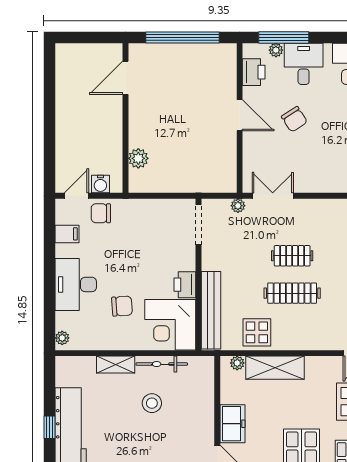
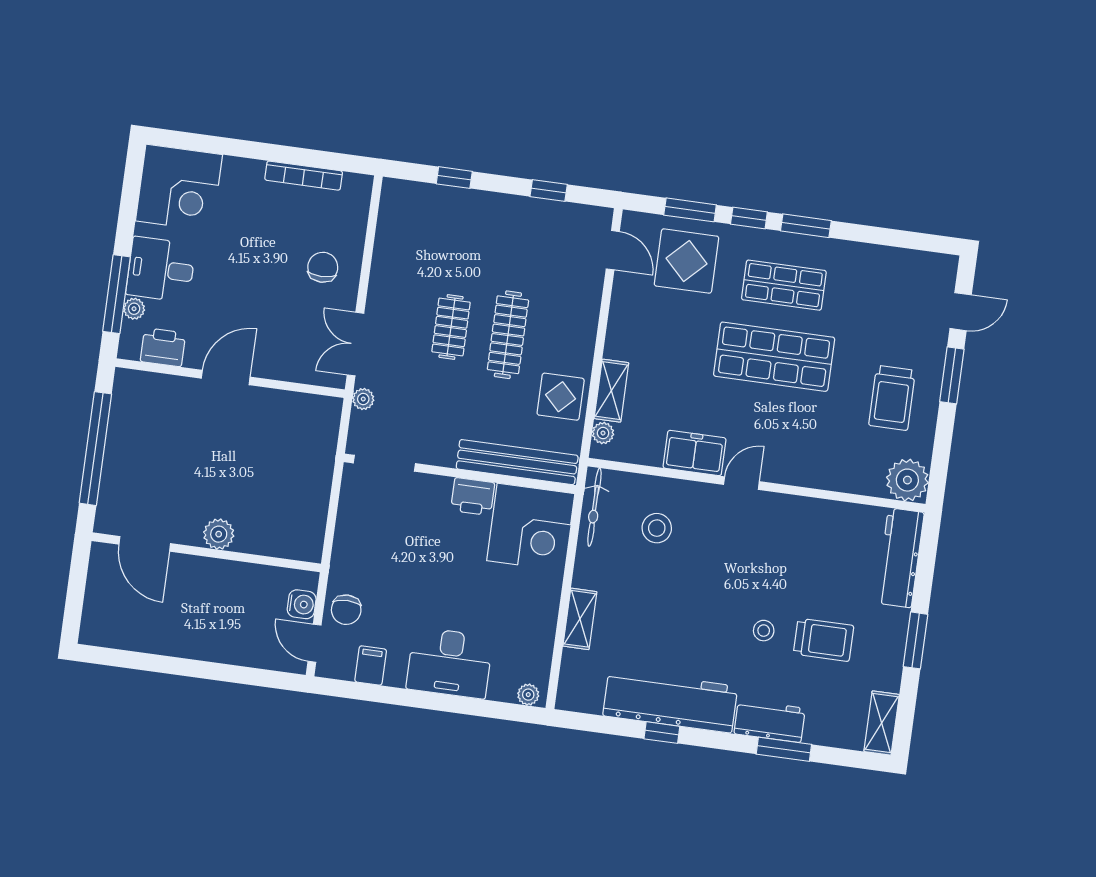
chair: (294, 119) -> (323, 267), moved, turned -57
plant: (138, 158) -> (219, 534), moved
chair: (122, 306) -> (492, 597), removed
bicycle: (162, 364) -> (594, 507), moved
shelving: (275, 368) -> (611, 391), width x0.67, depth x0.75
stool: (152, 403) -> (657, 528), moved

